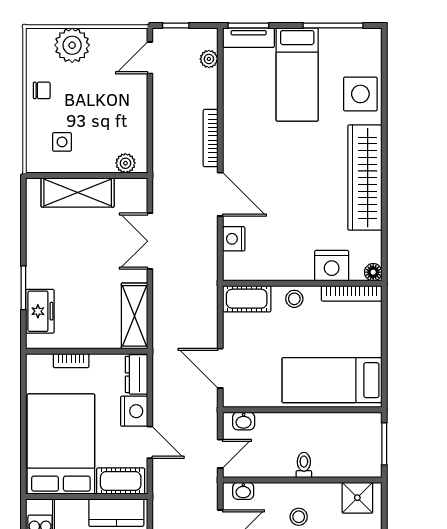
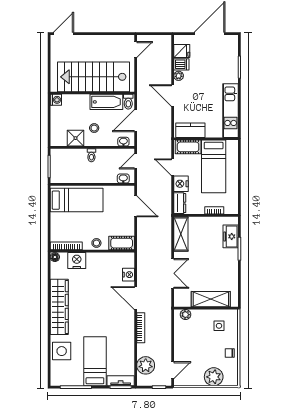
plant: (209, 59) -> (146, 365), width x1.87, depth x1.87
bed: (61, 444) -> (214, 166), width x0.67
shower: (357, 498) -> (75, 138), moved

